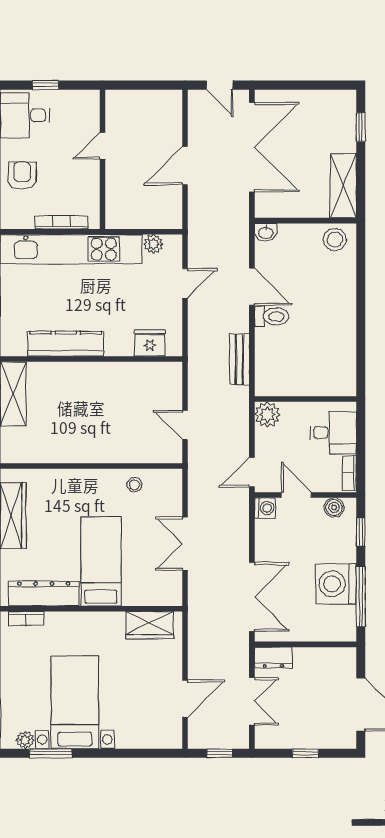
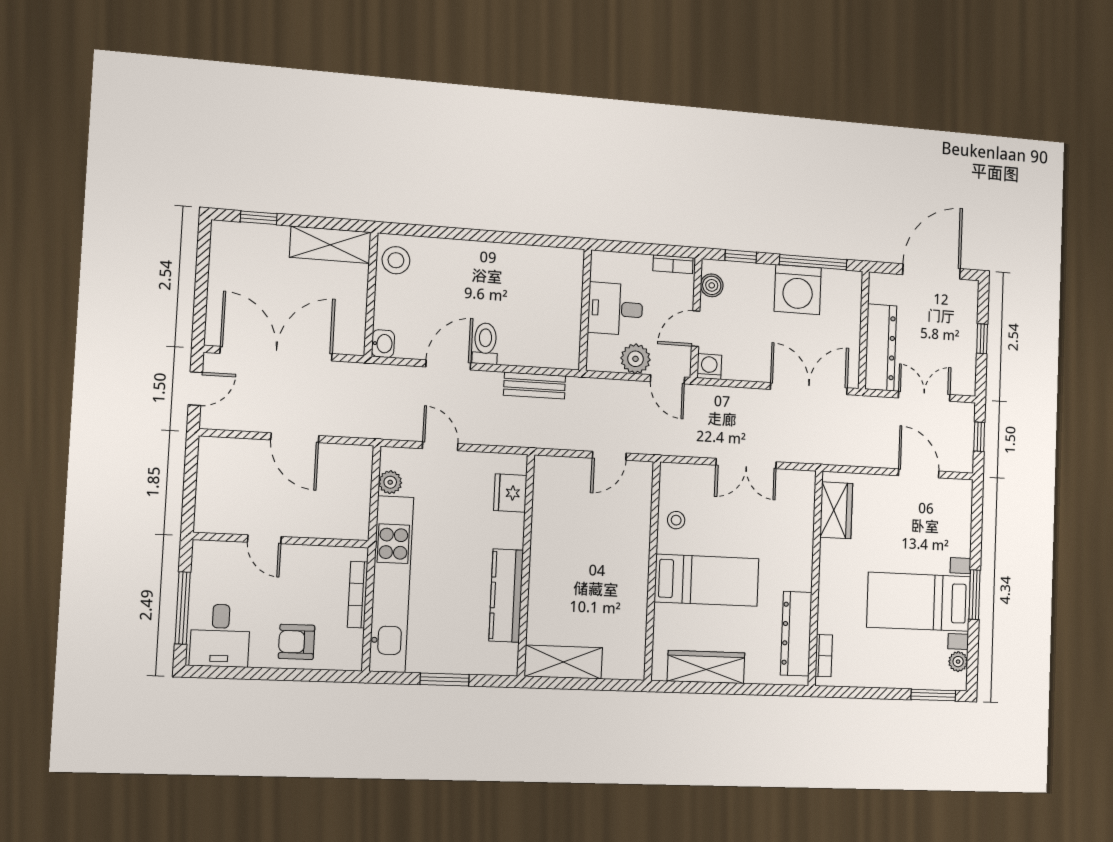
window: (45, 85) -> (183, 608), width x2.17
plant: (267, 414) -> (635, 359), moved
desk: (333, 433) -> (615, 309), moved, turned -90
bed: (101, 561) -> (707, 580), moved, turned 180
dresser: (273, 658) -> (881, 347), width x1.96, depth x1.24
window: (51, 753) -> (974, 595), moved

